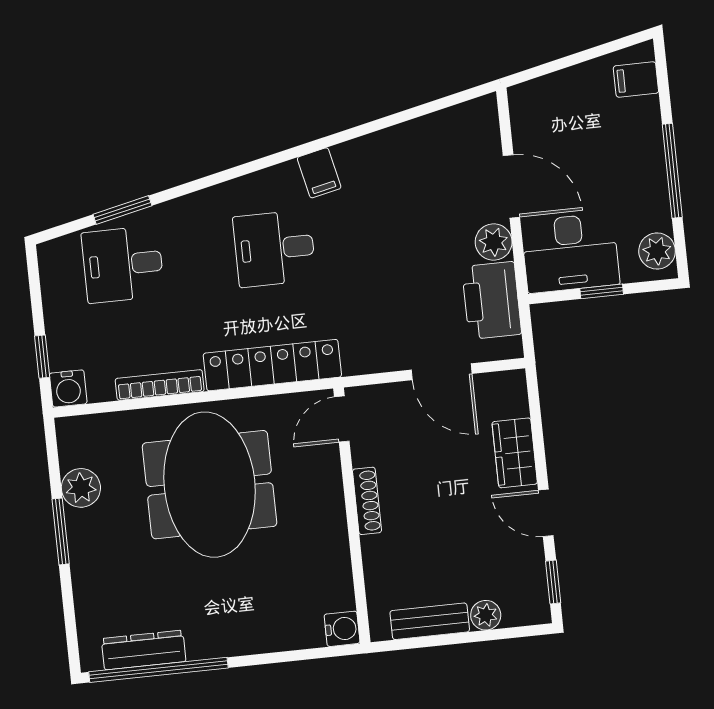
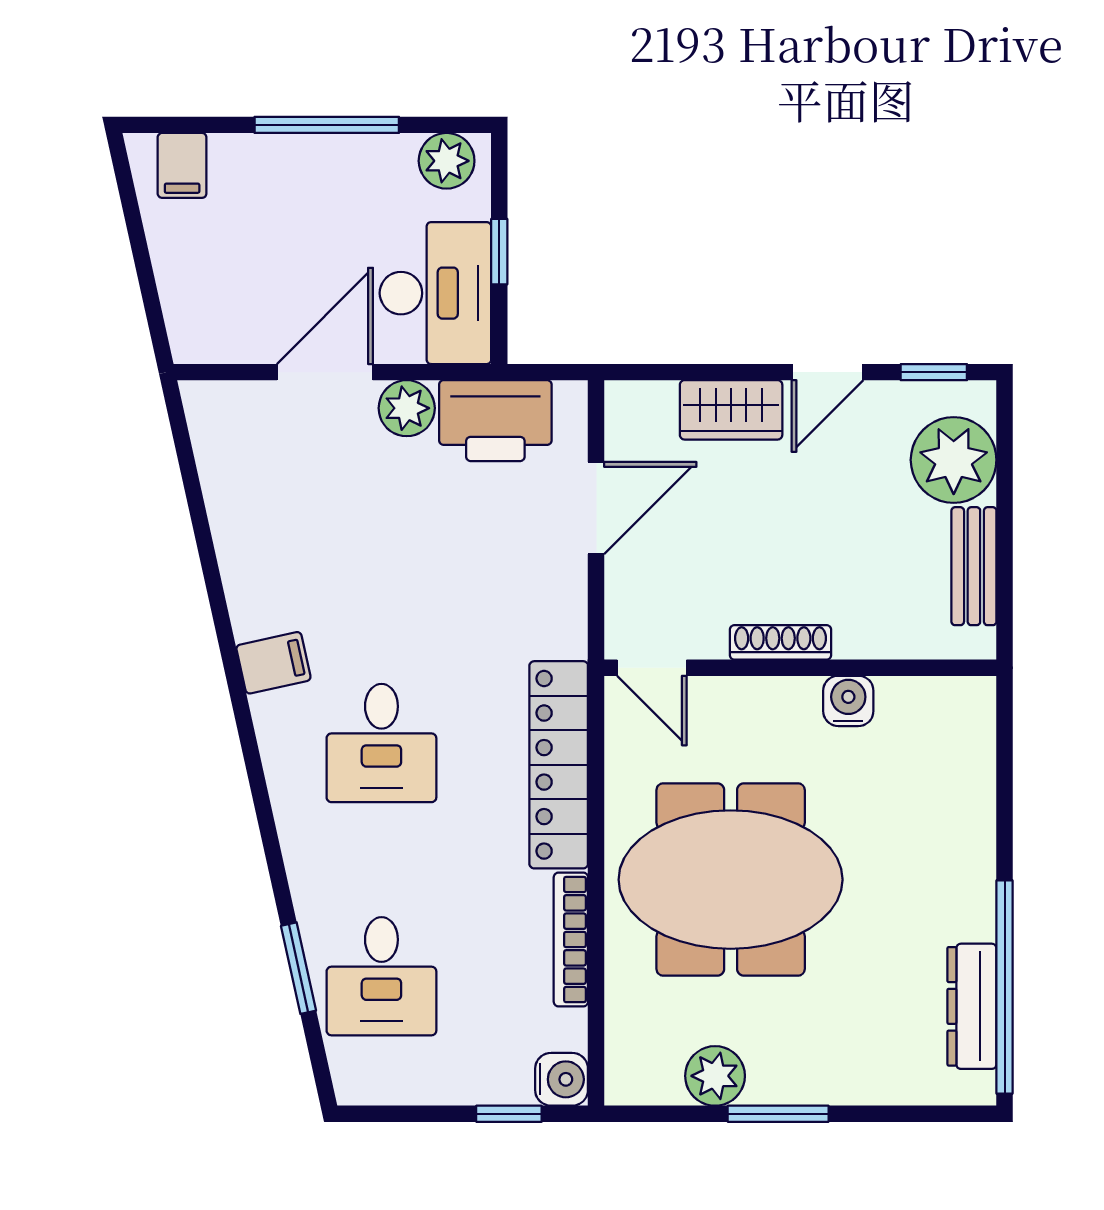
plant: (486, 615) -> (954, 460), width x1.88, depth x1.88
water cooler: (342, 629) -> (848, 701), moved

